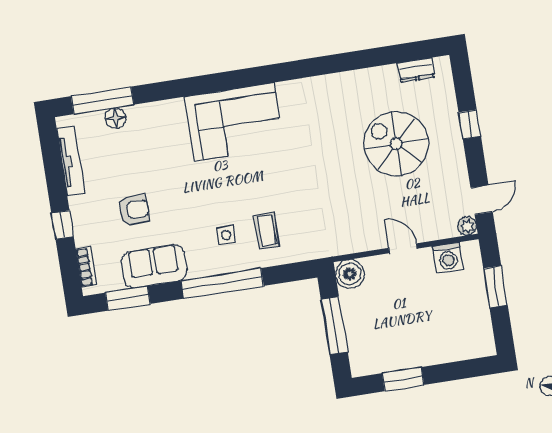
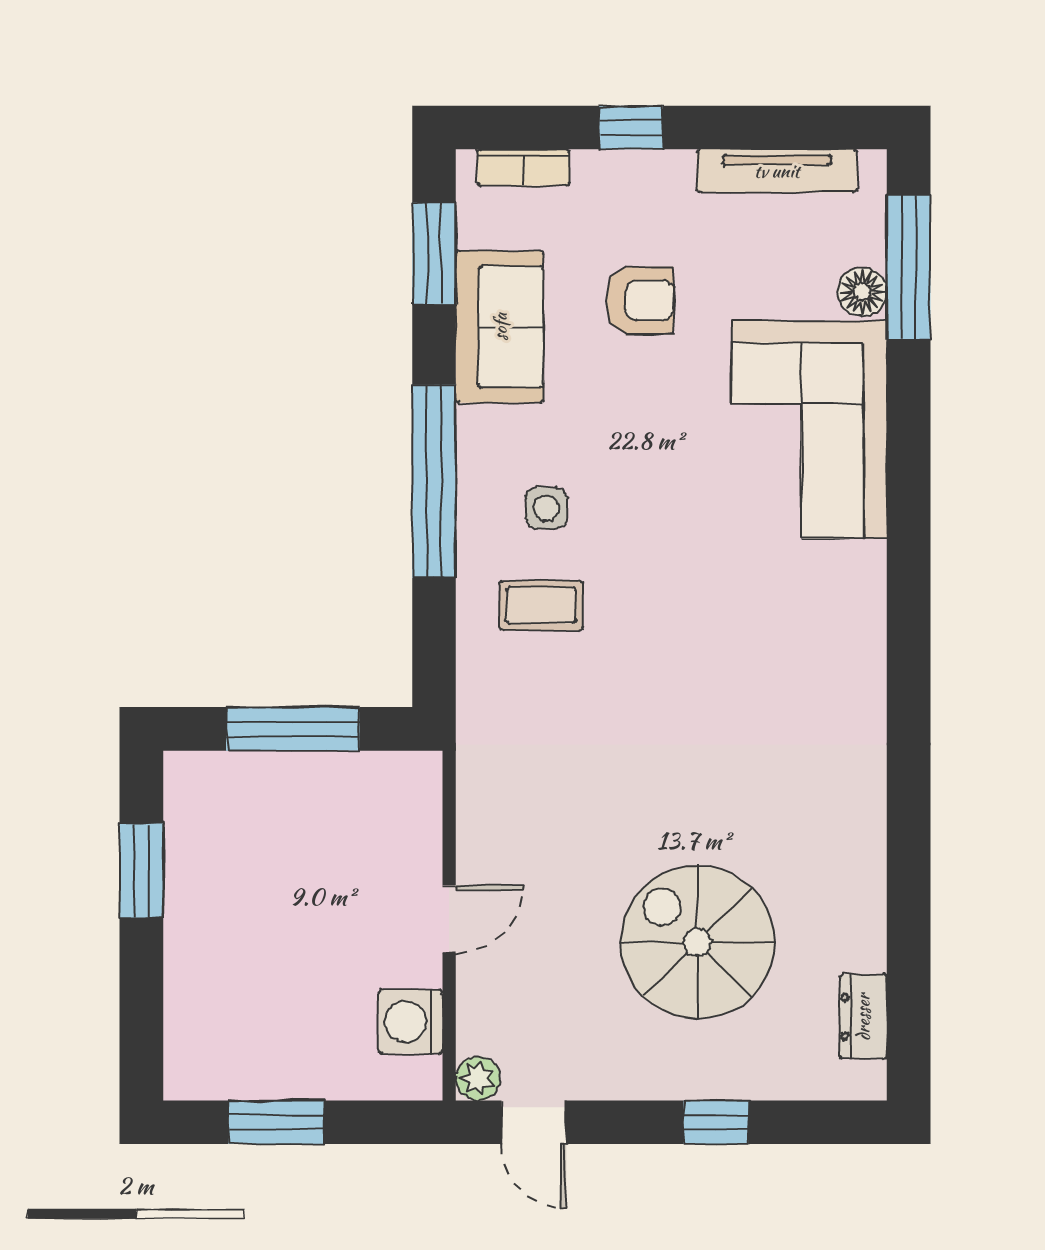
corner sofa: (234, 122) -> (809, 430), moved
spiral stairs: (396, 144) -> (697, 942), turned -90
armchair: (134, 210) -> (640, 300), turned -90
boiler: (350, 274) -> (408, 785), removed
window: (495, 287) -> (276, 1122), moved

